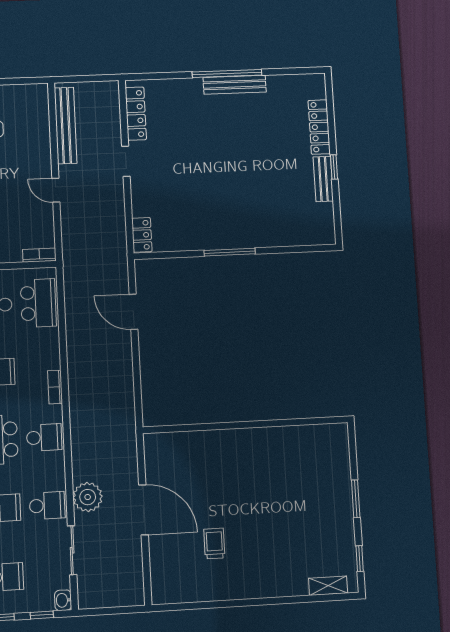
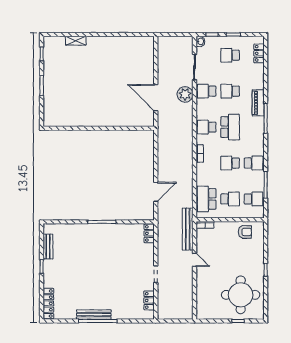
locker: (136, 114) -> (149, 300), width x0.66
bench: (66, 126) -> (188, 229), moved
locker: (319, 127) -> (48, 303), moved
bench: (323, 179) -> (48, 247), moved
door: (134, 312) -> (156, 192), hinge flipped
door: (144, 510) -> (156, 98), moved
trolley: (214, 543) -> (119, 66), removed
shelving: (328, 586) -> (76, 41), moved

